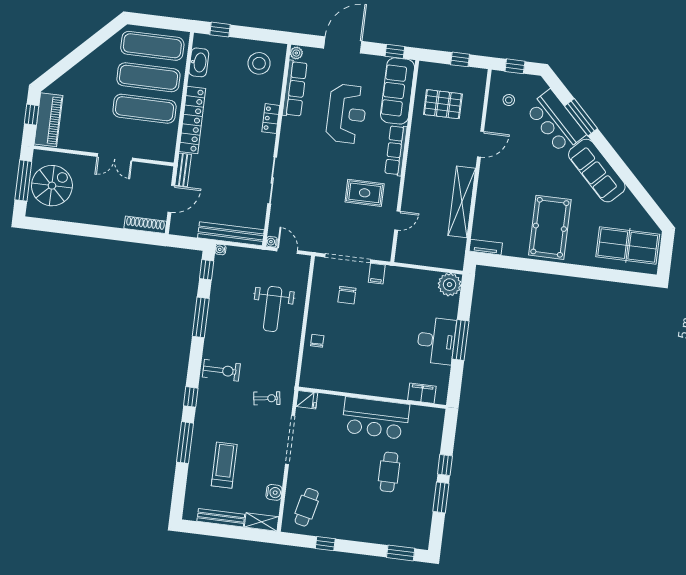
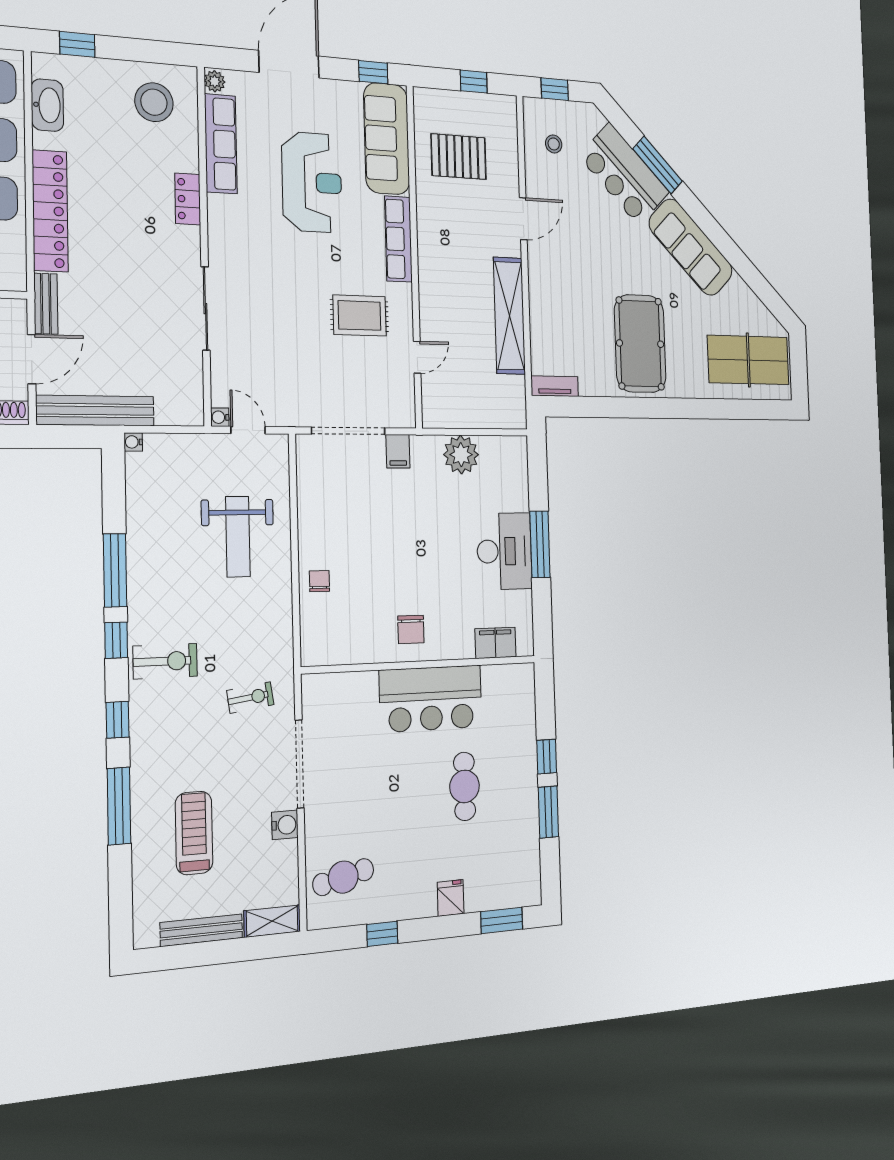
bench: (231, 234) -> (95, 411), moved
window: (207, 270) -> (116, 640), moved
plant: (450, 285) -> (461, 455), moved
chair: (347, 295) -> (411, 629), moved
fridge: (307, 400) -> (451, 898), moved, turned -90
water cooler: (274, 492) -> (285, 825), moved
cafe table: (307, 507) -> (343, 877), turned 64

